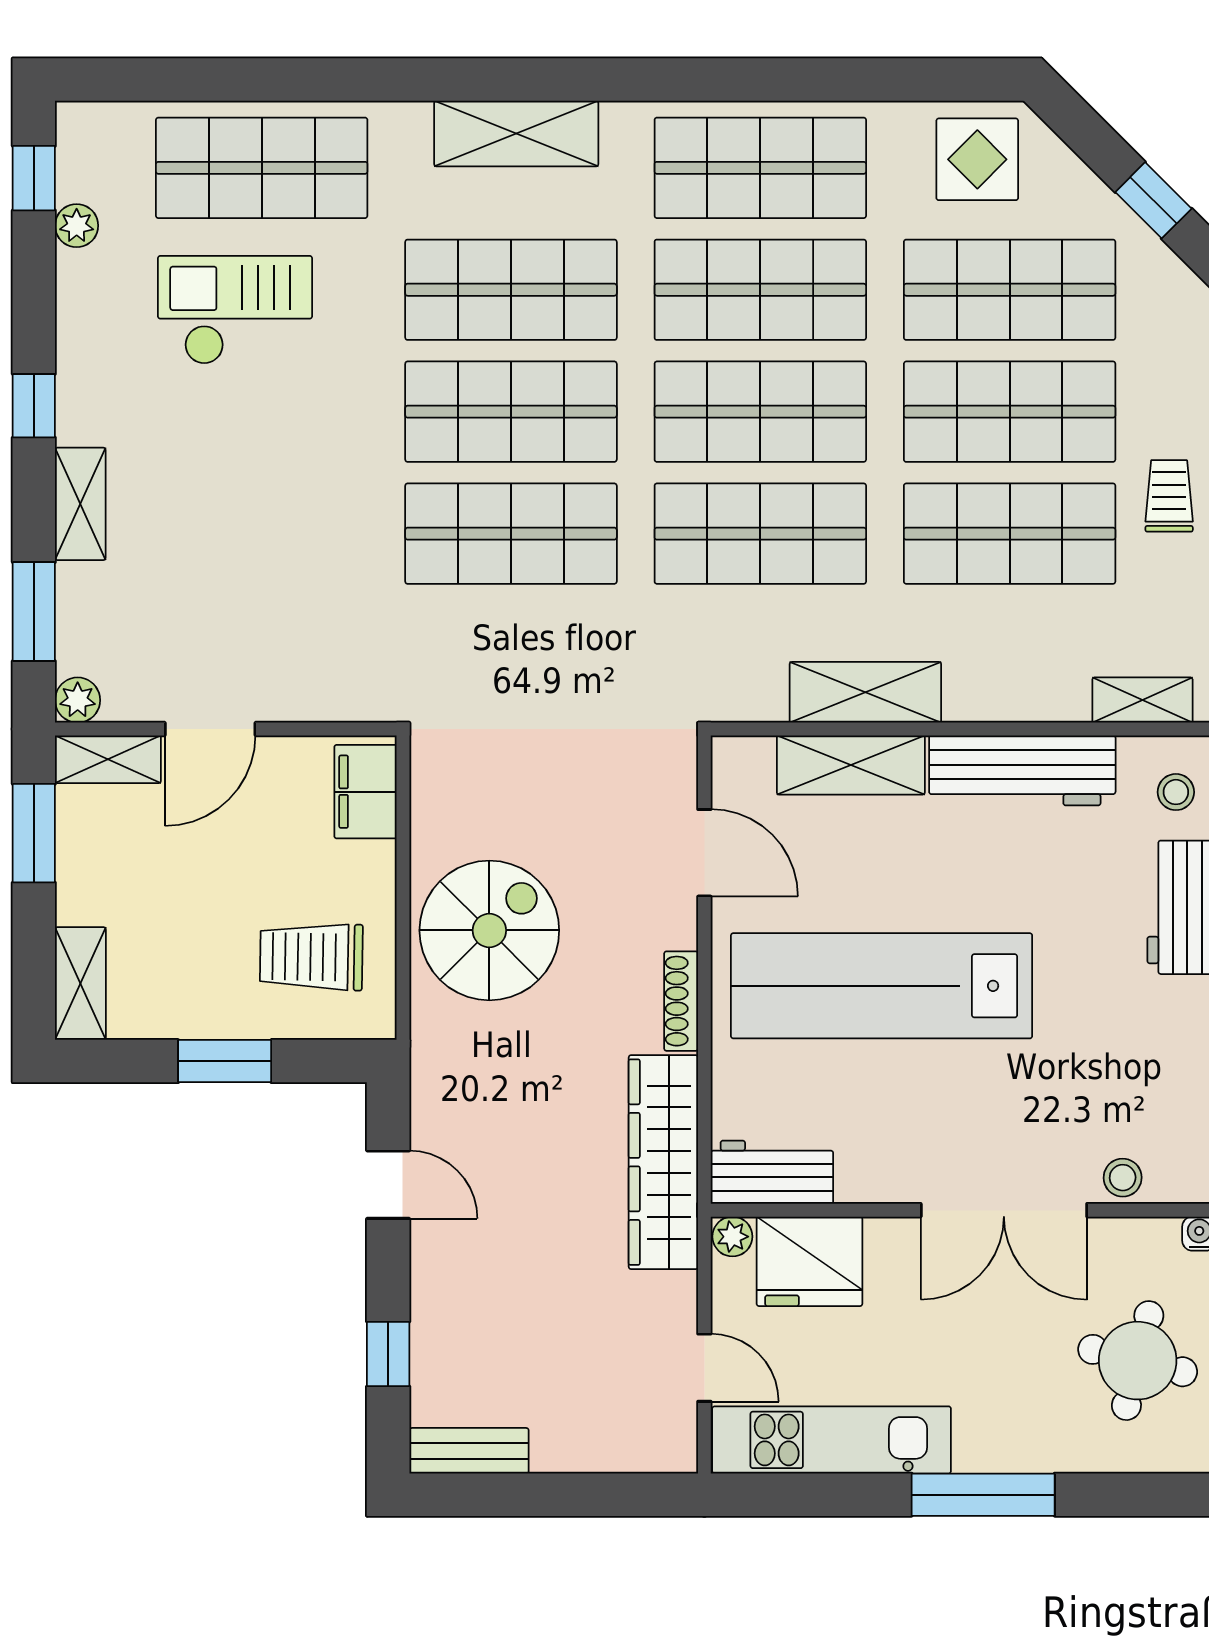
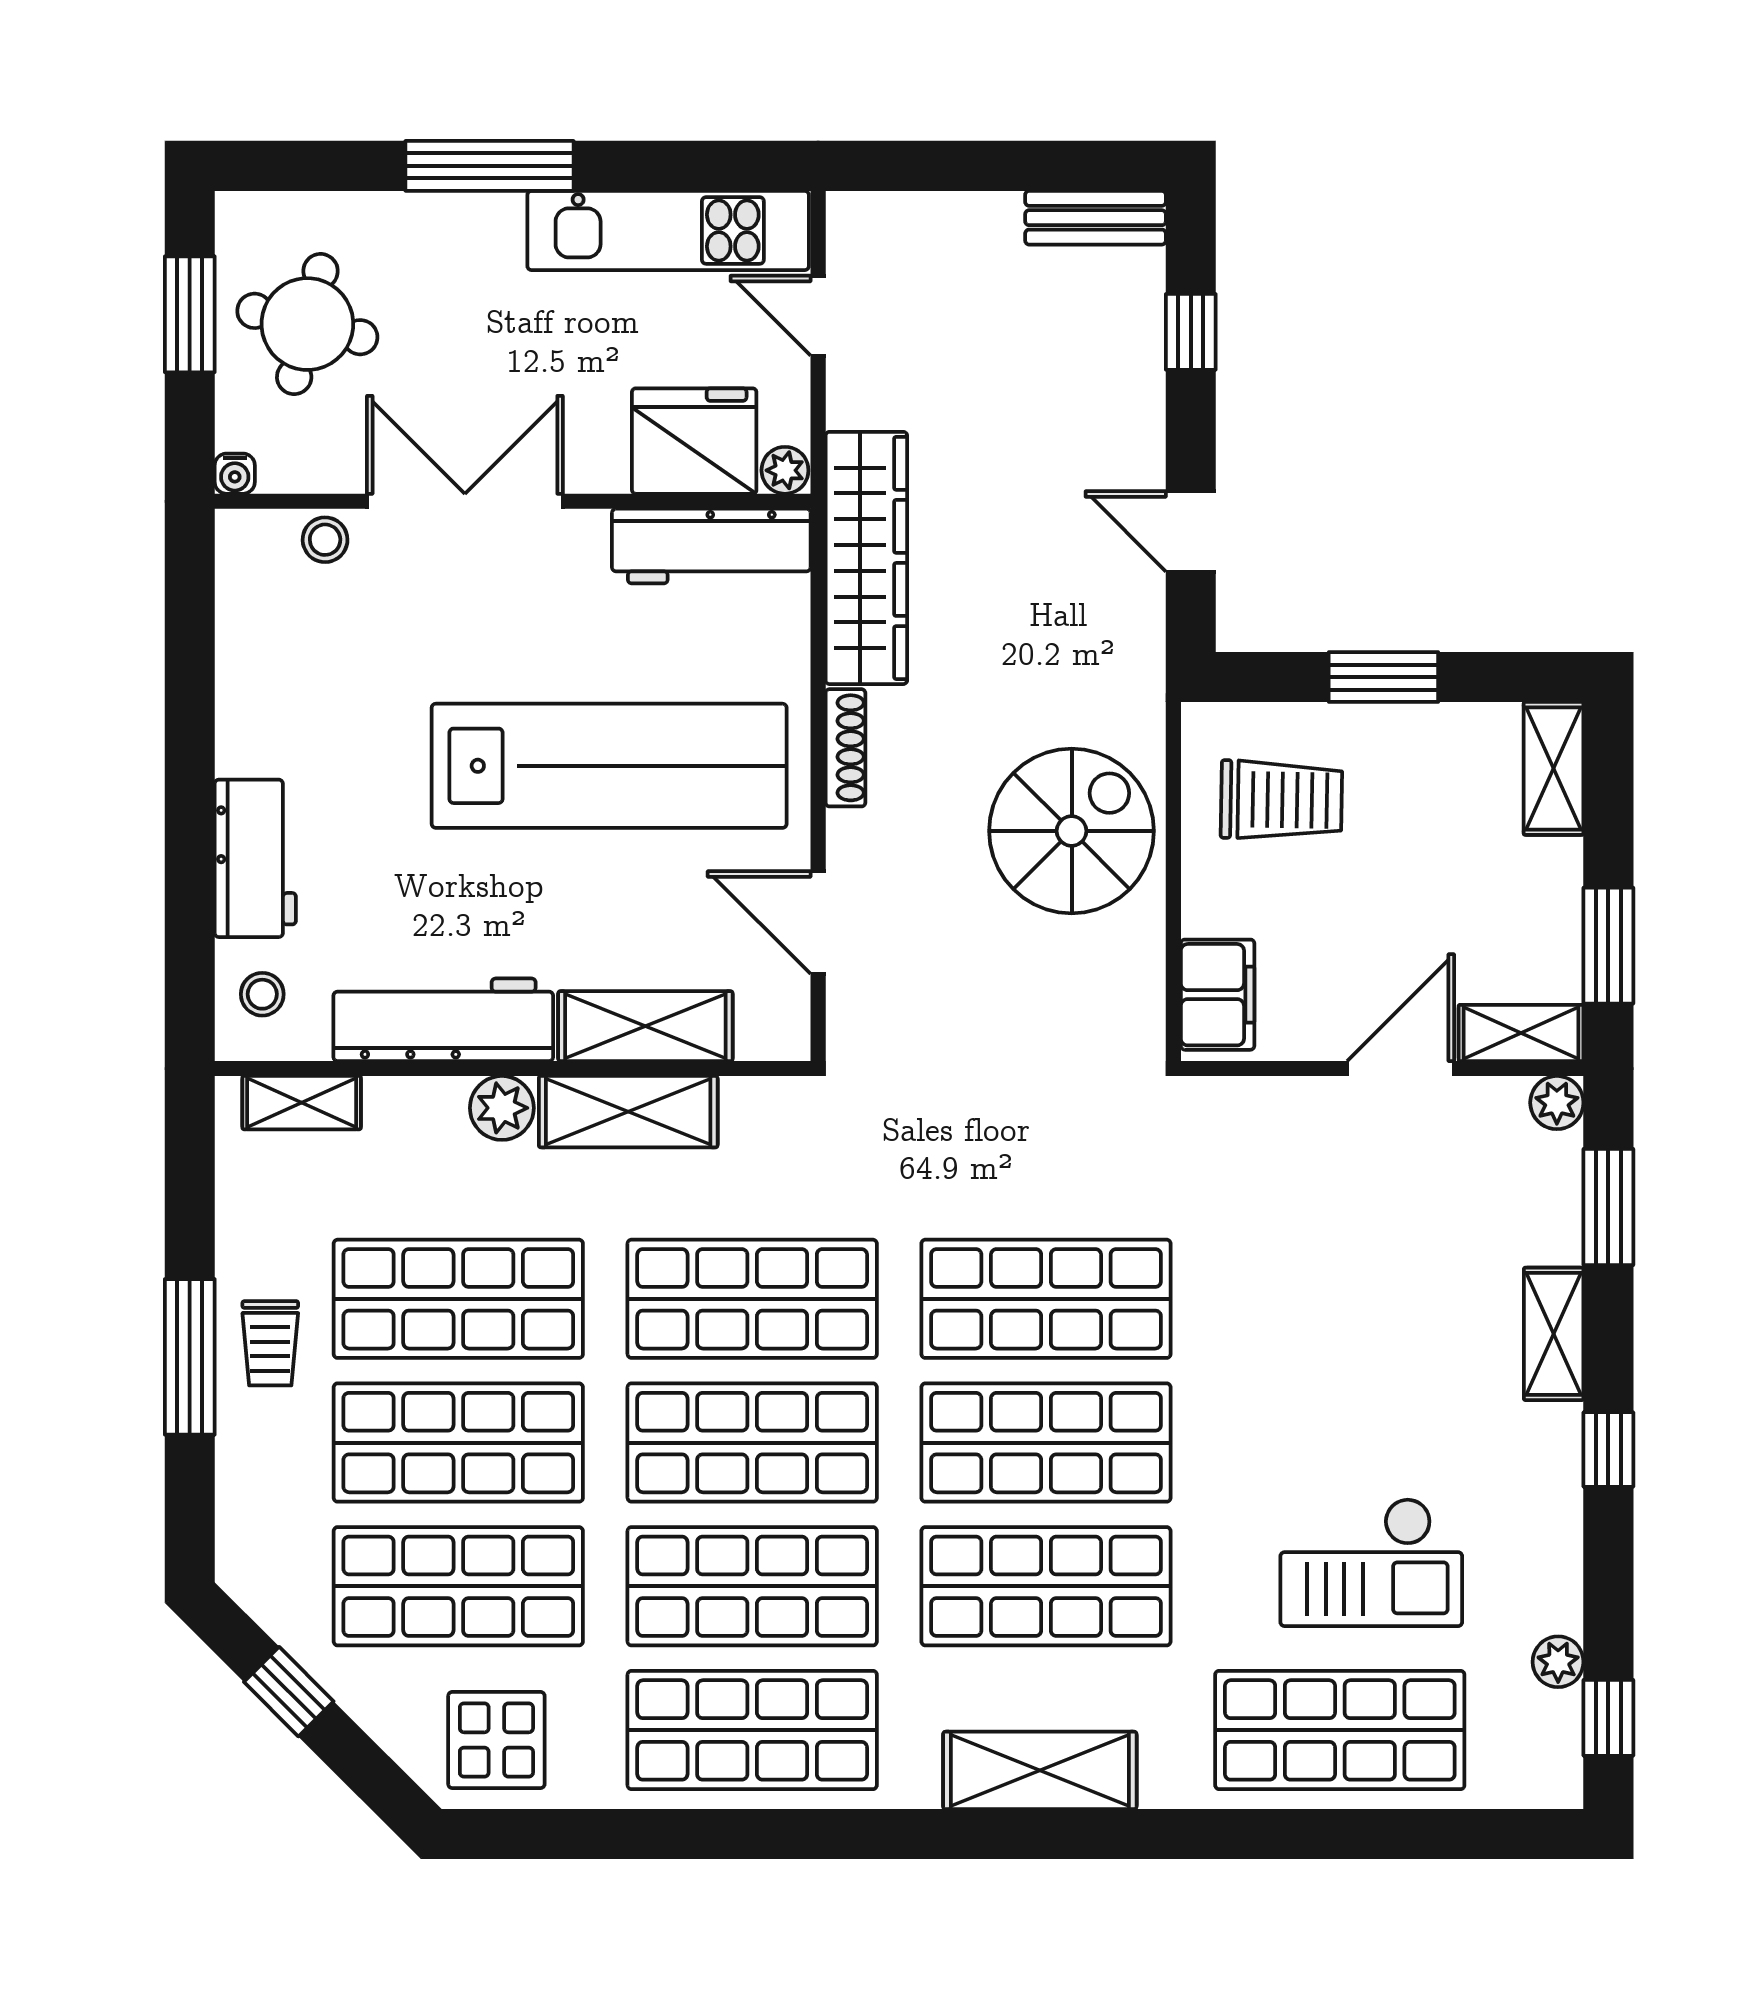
plant: (973, 696) -> (502, 1108), added
spiral stairs: (489, 930) -> (1072, 831), turned 180
workbench: (772, 1172) -> (711, 546), width x1.38

